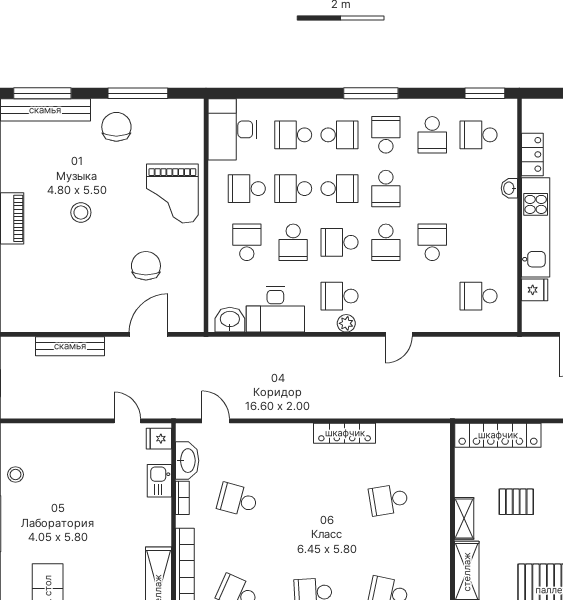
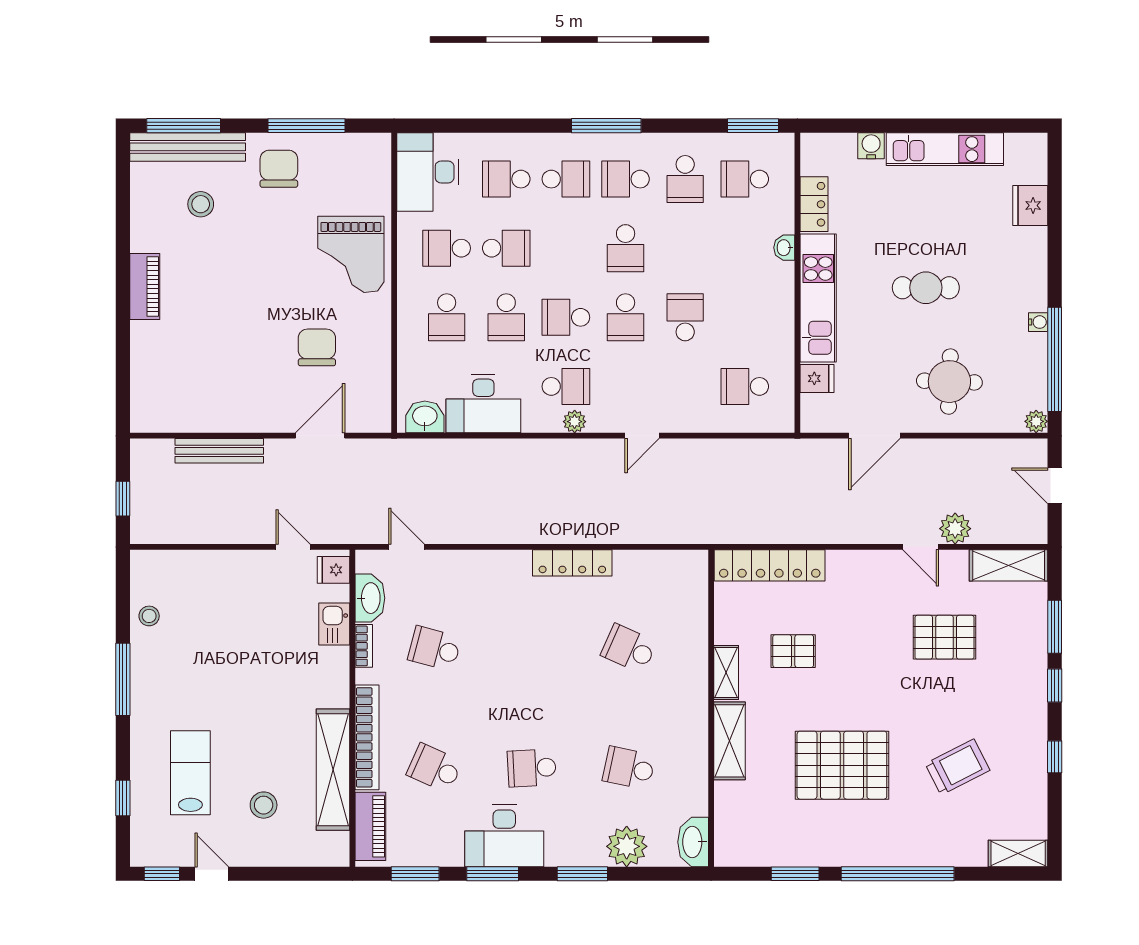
school desk: (386, 135) -> (626, 179), turned -90
school desk: (293, 189) -> (506, 248), turned 180
school desk: (340, 189) -> (566, 248), removed
stool: (81, 212) -> (201, 204), moved
school desk: (247, 242) -> (447, 317), turned 180
school desk: (340, 296) -> (566, 386), turned 180
school desk: (388, 500) -> (629, 649), turned 33

